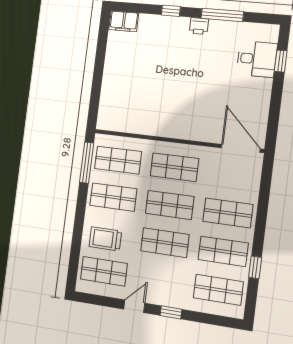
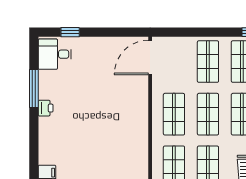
window: (171, 11) -> (34, 135), removed
desk: (257, 59) -> (55, 54), moved, turned -90

